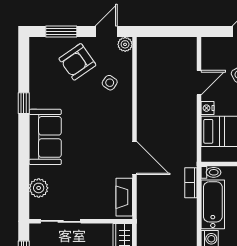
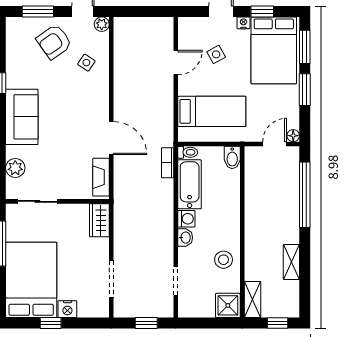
nightstand: (208, 108) -> (184, 88), removed

